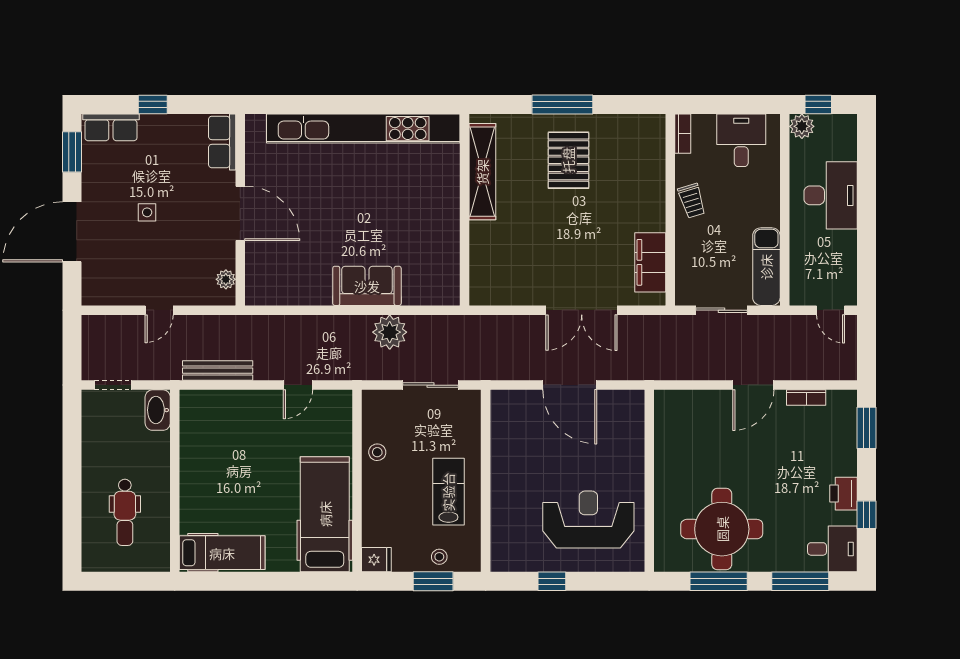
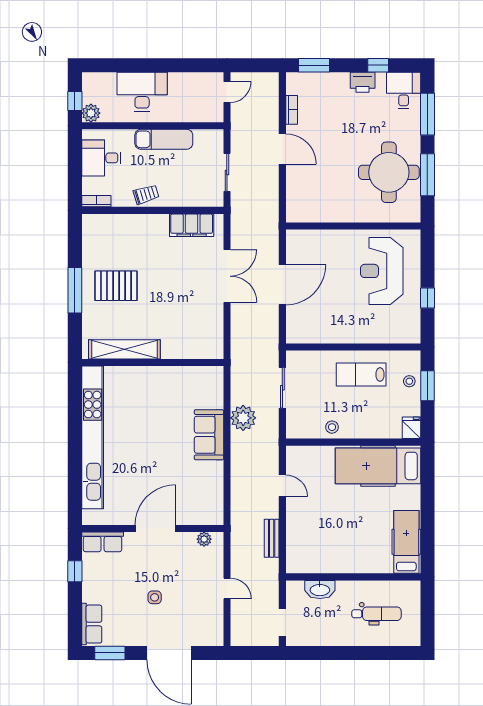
window: (153, 105) -> (75, 571), moved
exam couch: (766, 267) -> (164, 139), moved
bench: (218, 371) -> (272, 538), width x0.73
washbasin: (158, 410) -> (320, 590), moved

